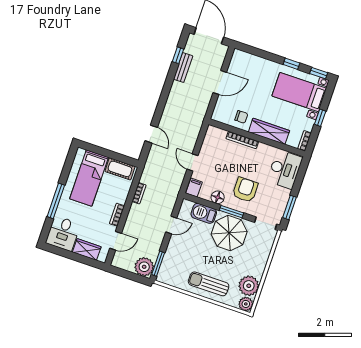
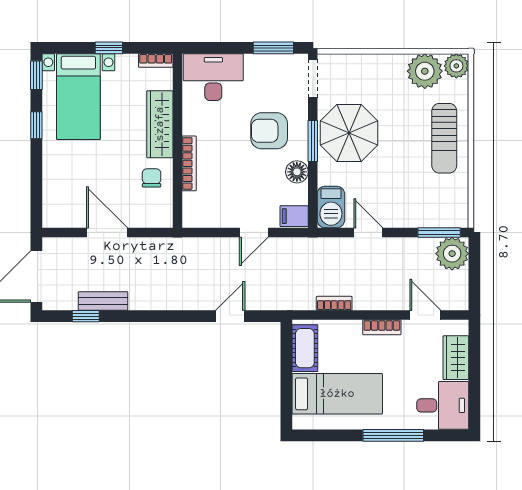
barbecue: (204, 213) -> (331, 207), moved

